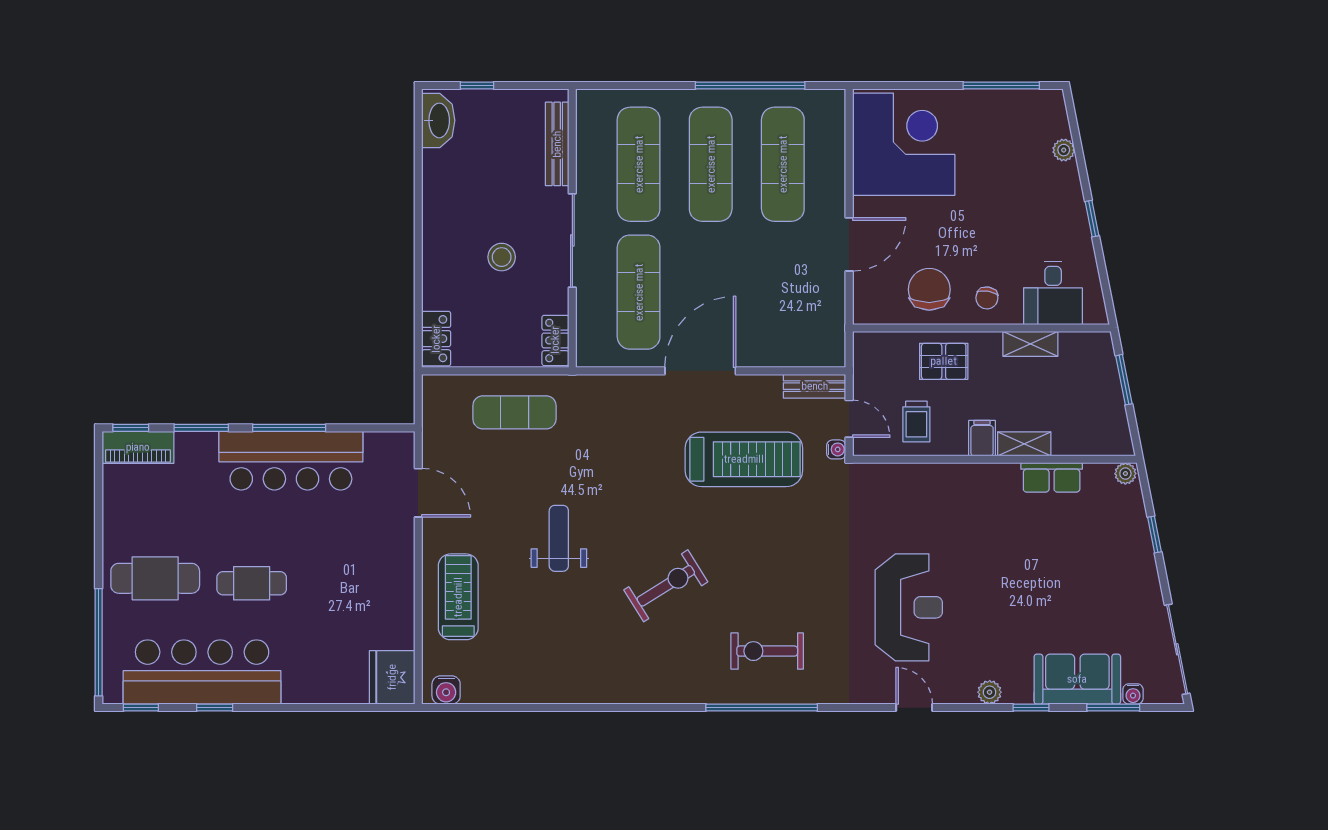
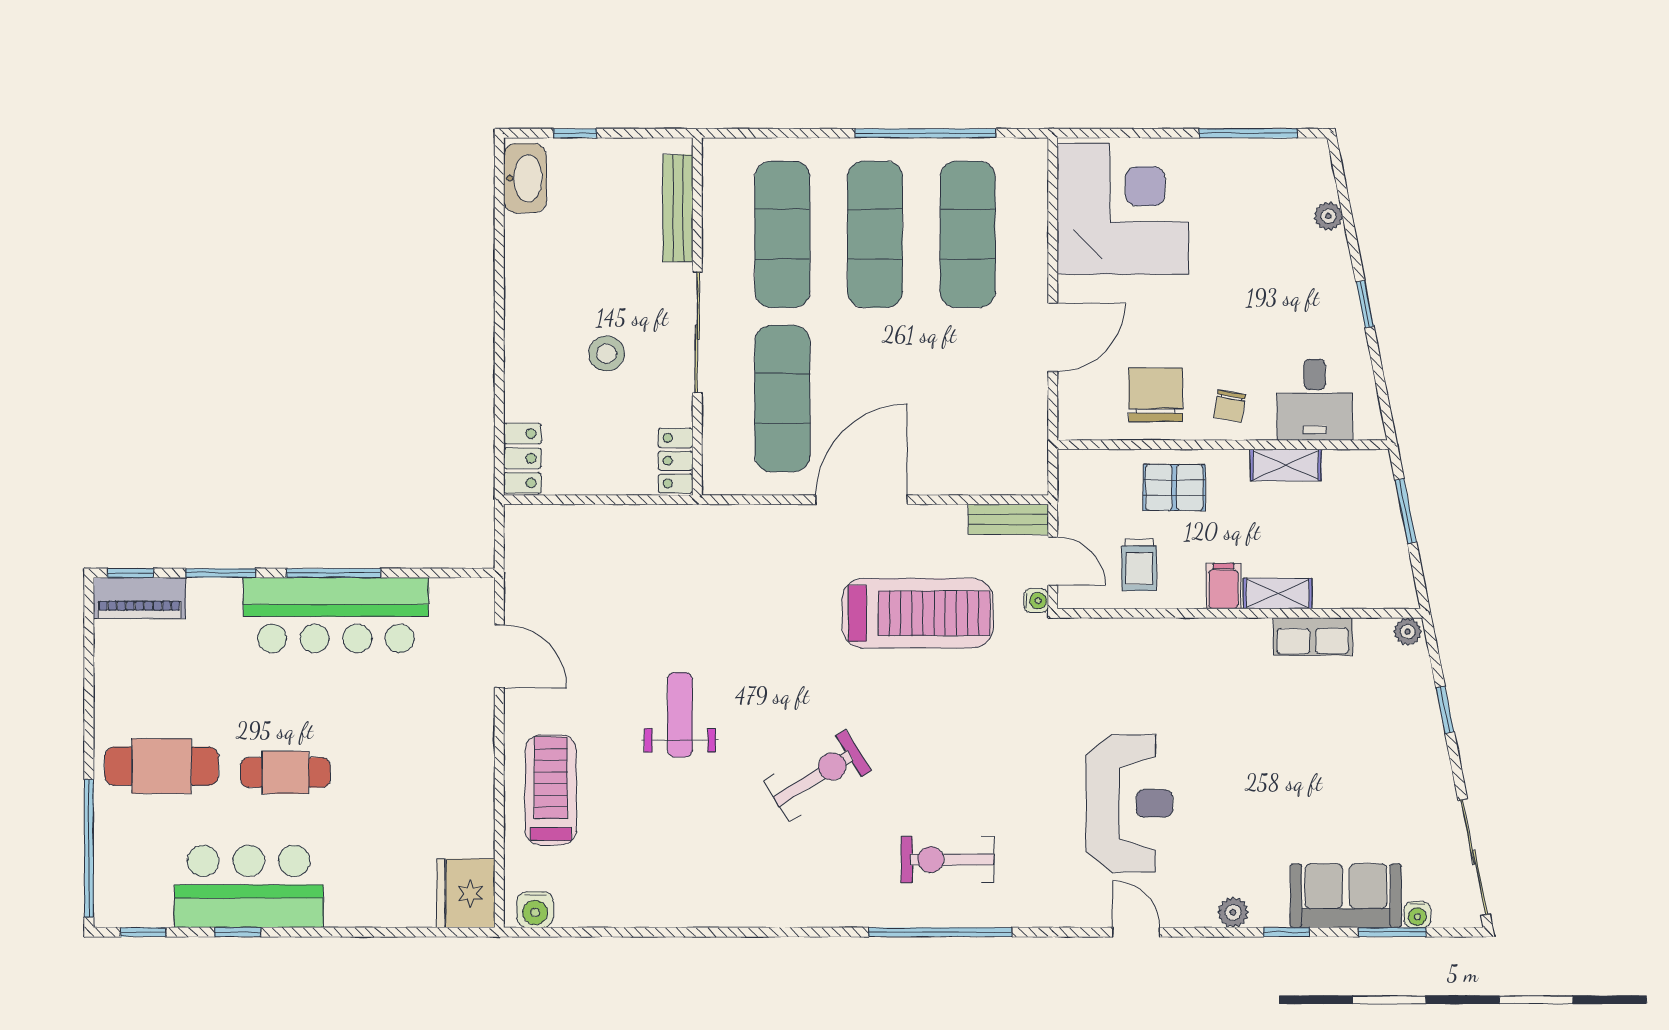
exercise mat: (514, 412) -> (623, 553), removed
bar counter: (202, 672) -> (249, 886), width x0.73

